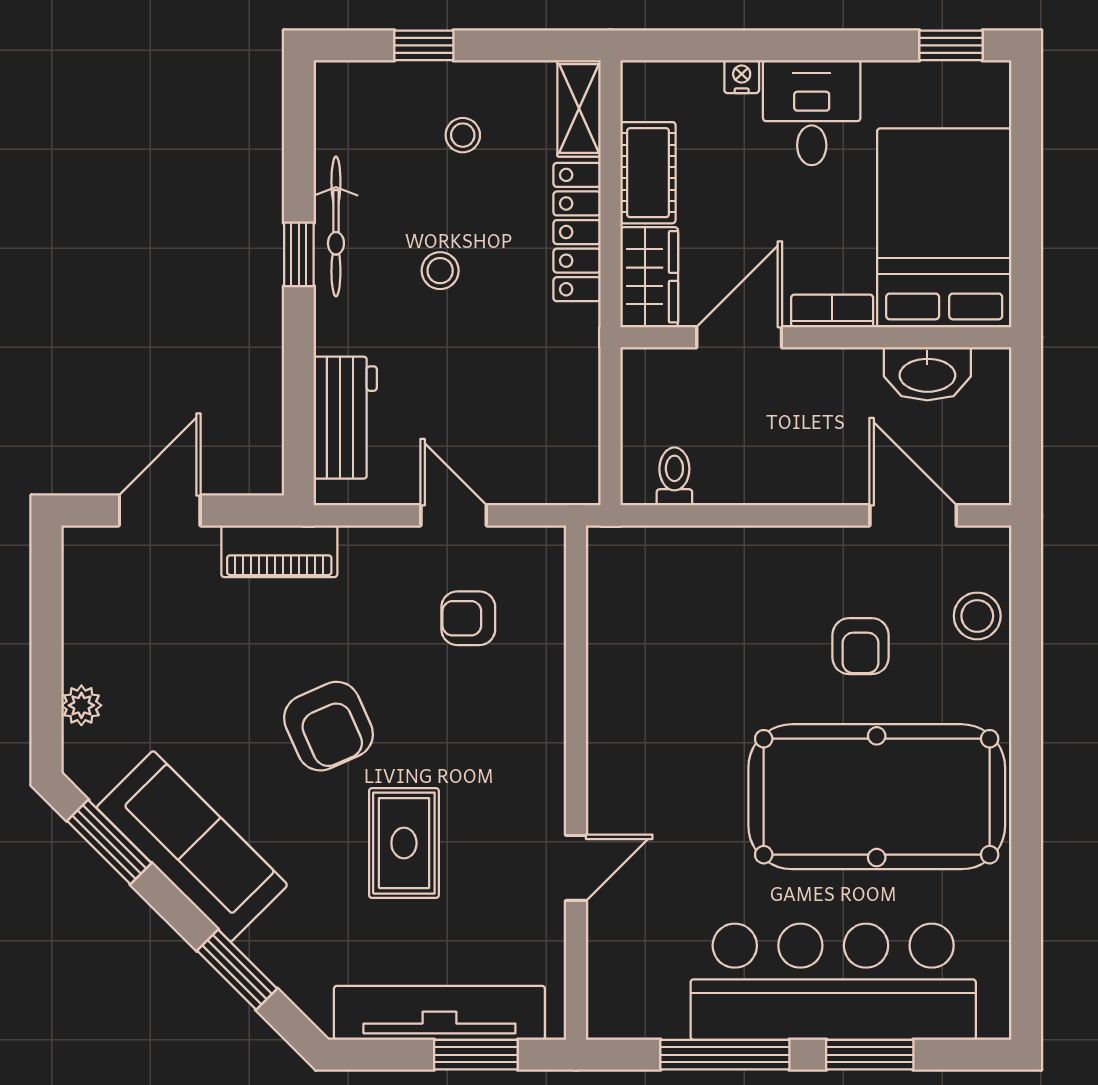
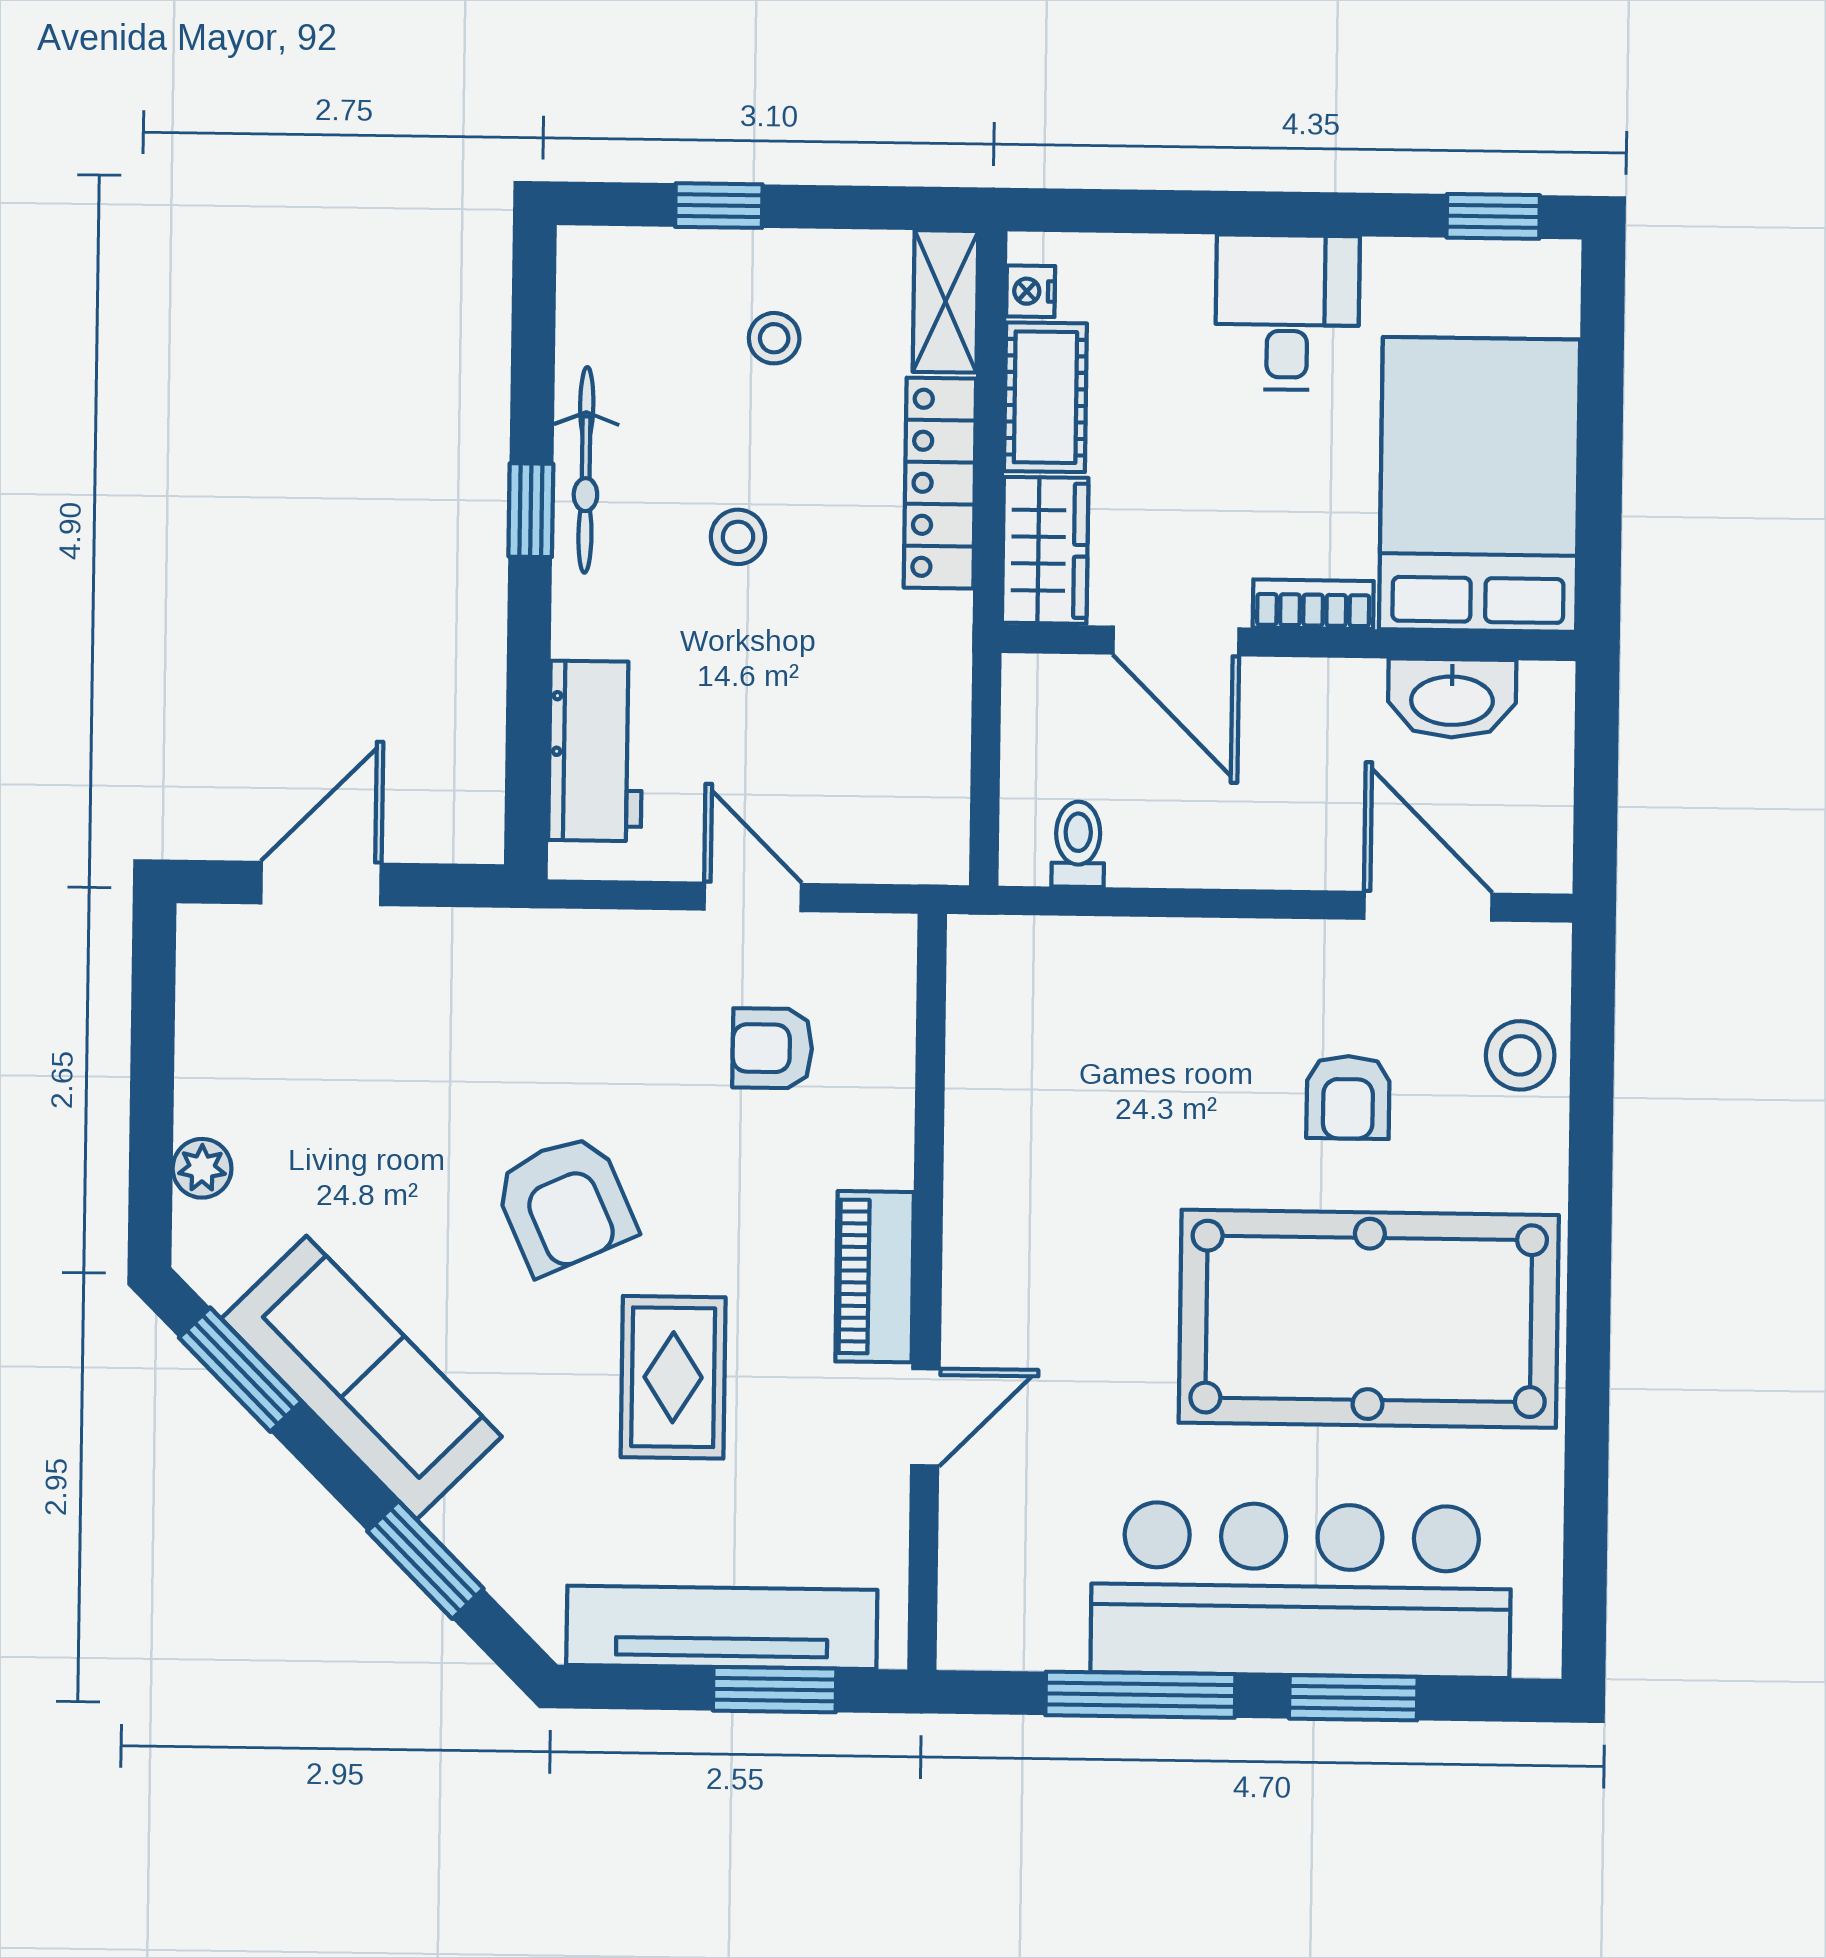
nightstand: (742, 77) -> (1031, 291), moved, turned -90
door: (739, 337) -> (1176, 641), swing flipped
piano: (279, 551) -> (875, 1277), moved, turned 90

